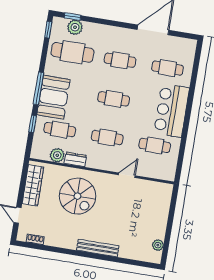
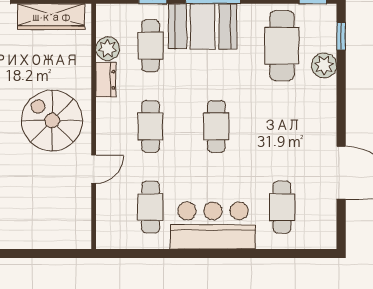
plant: (75, 27) -> (324, 65), moved
cafe table: (120, 60) -> (282, 126), removed
door: (127, 175) -> (94, 169), hinge flipped
spiral stairs: (77, 196) -> (52, 121), moved, turned 90

